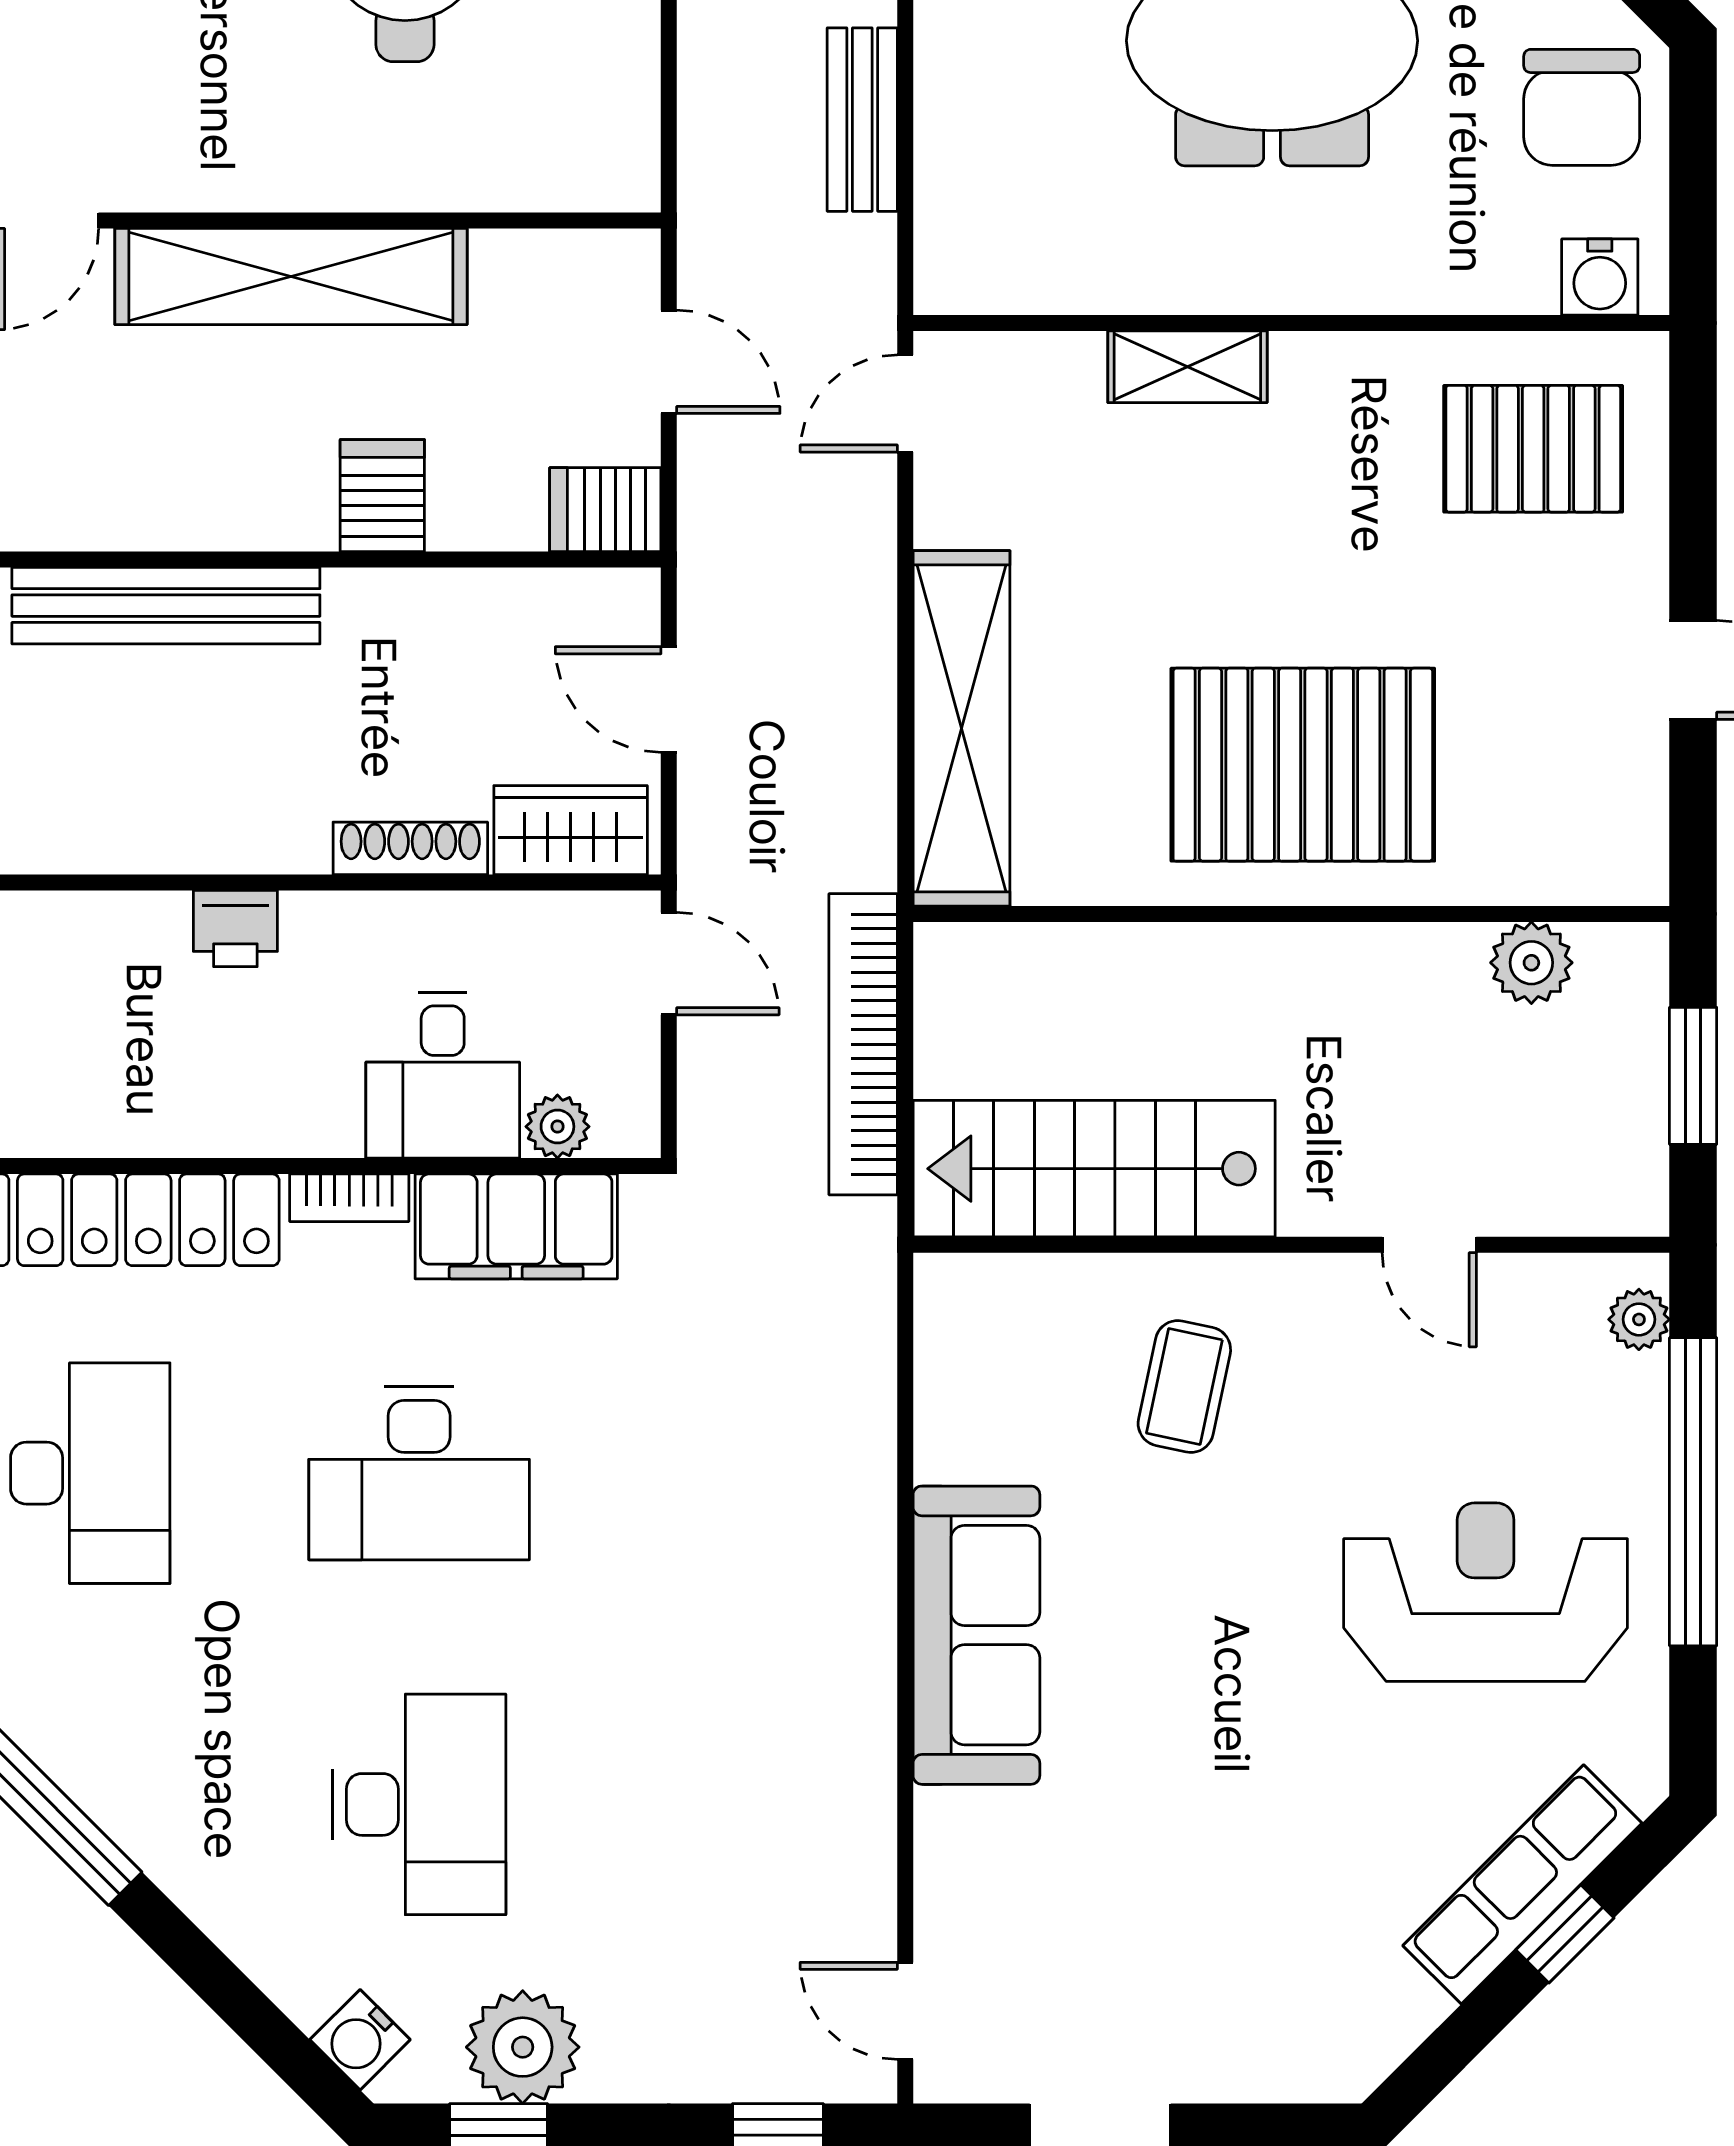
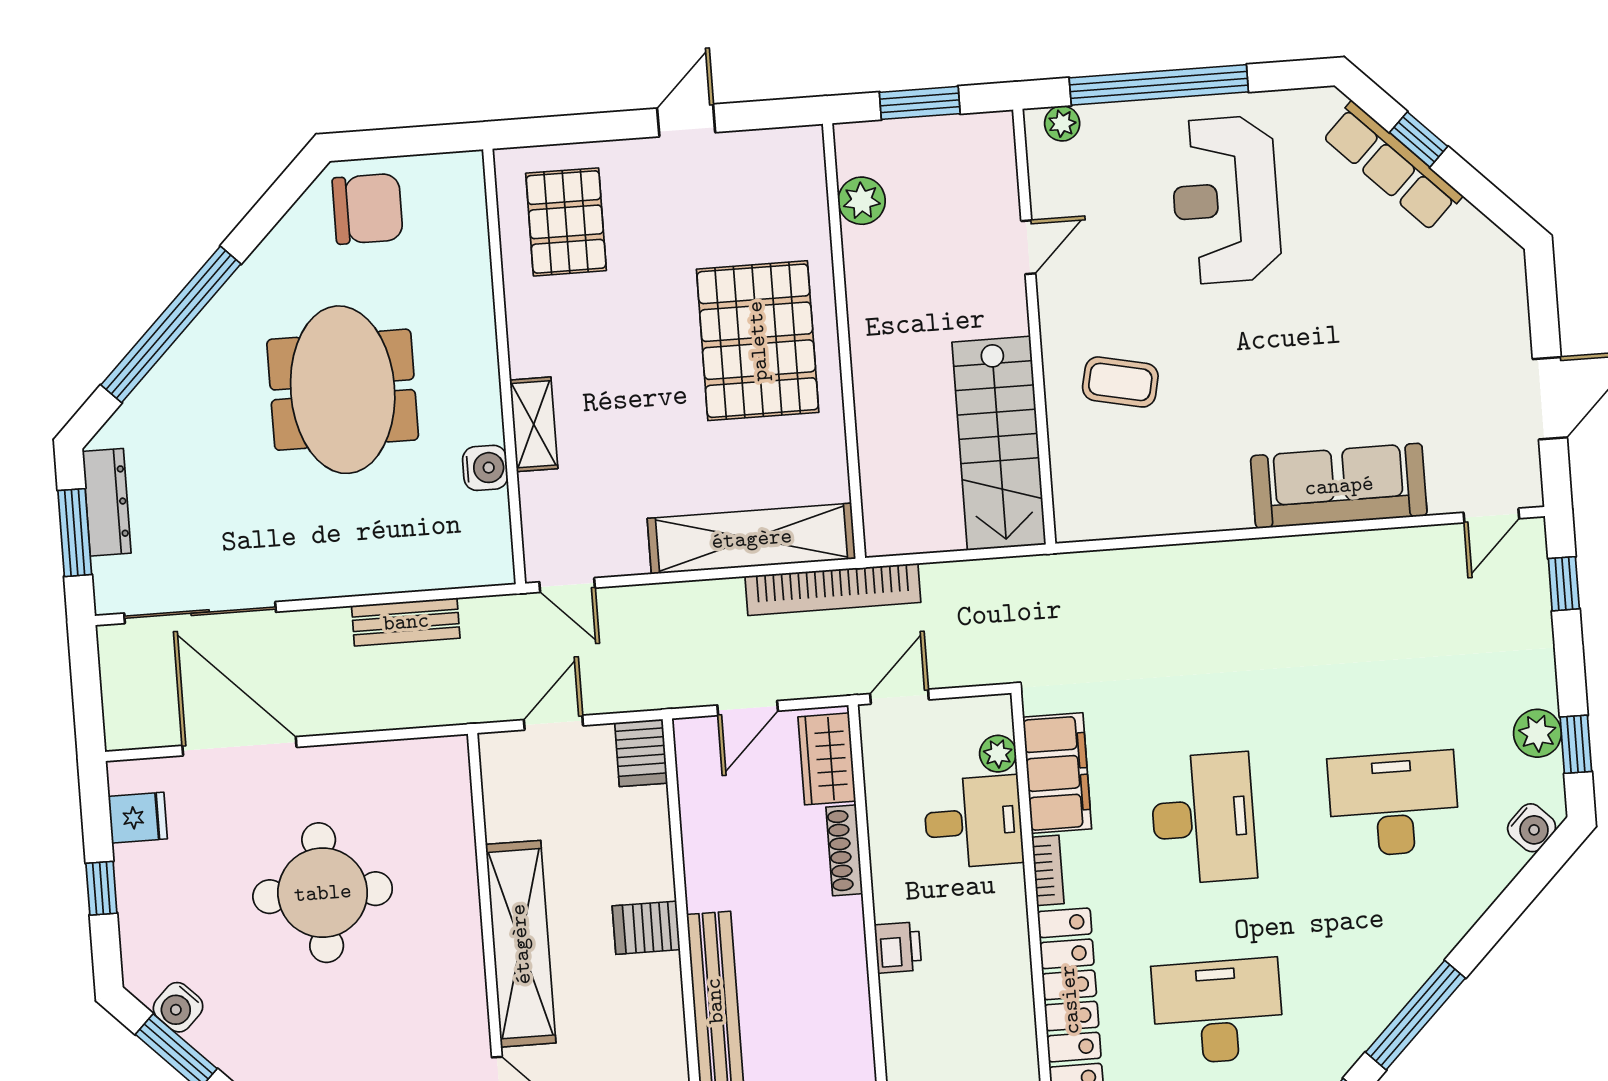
water cooler: (1600, 277) -> (485, 468), moved
server rack: (382, 496) -> (646, 928), moved
bookcase: (863, 1044) -> (833, 589), moved
sofa: (976, 1635) -> (1339, 486), moved
plant: (523, 2047) -> (1537, 733), width x0.73, depth x0.73

